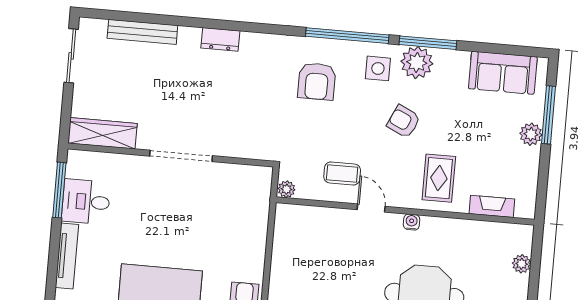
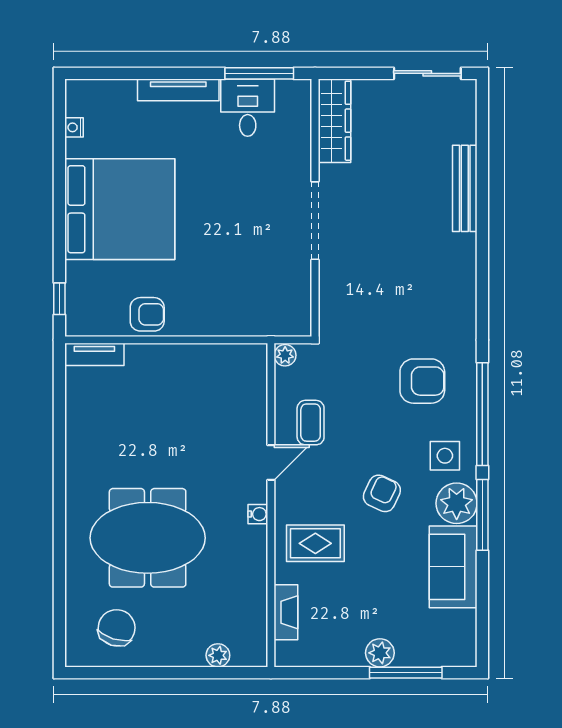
bench: (142, 32) -> (465, 188), moved
dresser: (220, 39) -> (464, 257), removed
sofa: (503, 73) -> (453, 567), moved
armchair: (317, 81) -> (422, 381), turned 180

